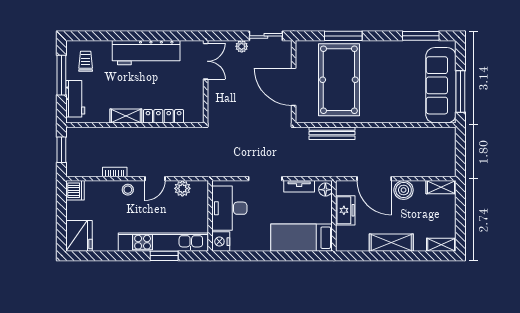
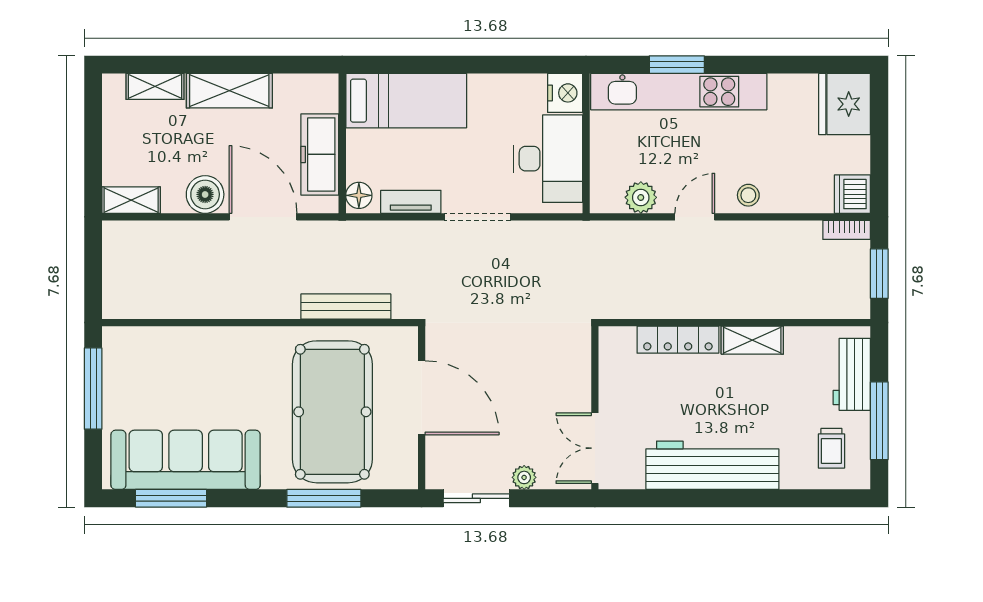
sofa: (441, 85) -> (186, 460), moved, turned -90
bookcase: (115, 172) -> (847, 230), moved
freezer: (345, 210) -> (320, 154), width x1.40
shelving: (441, 245) -> (155, 86), moved

